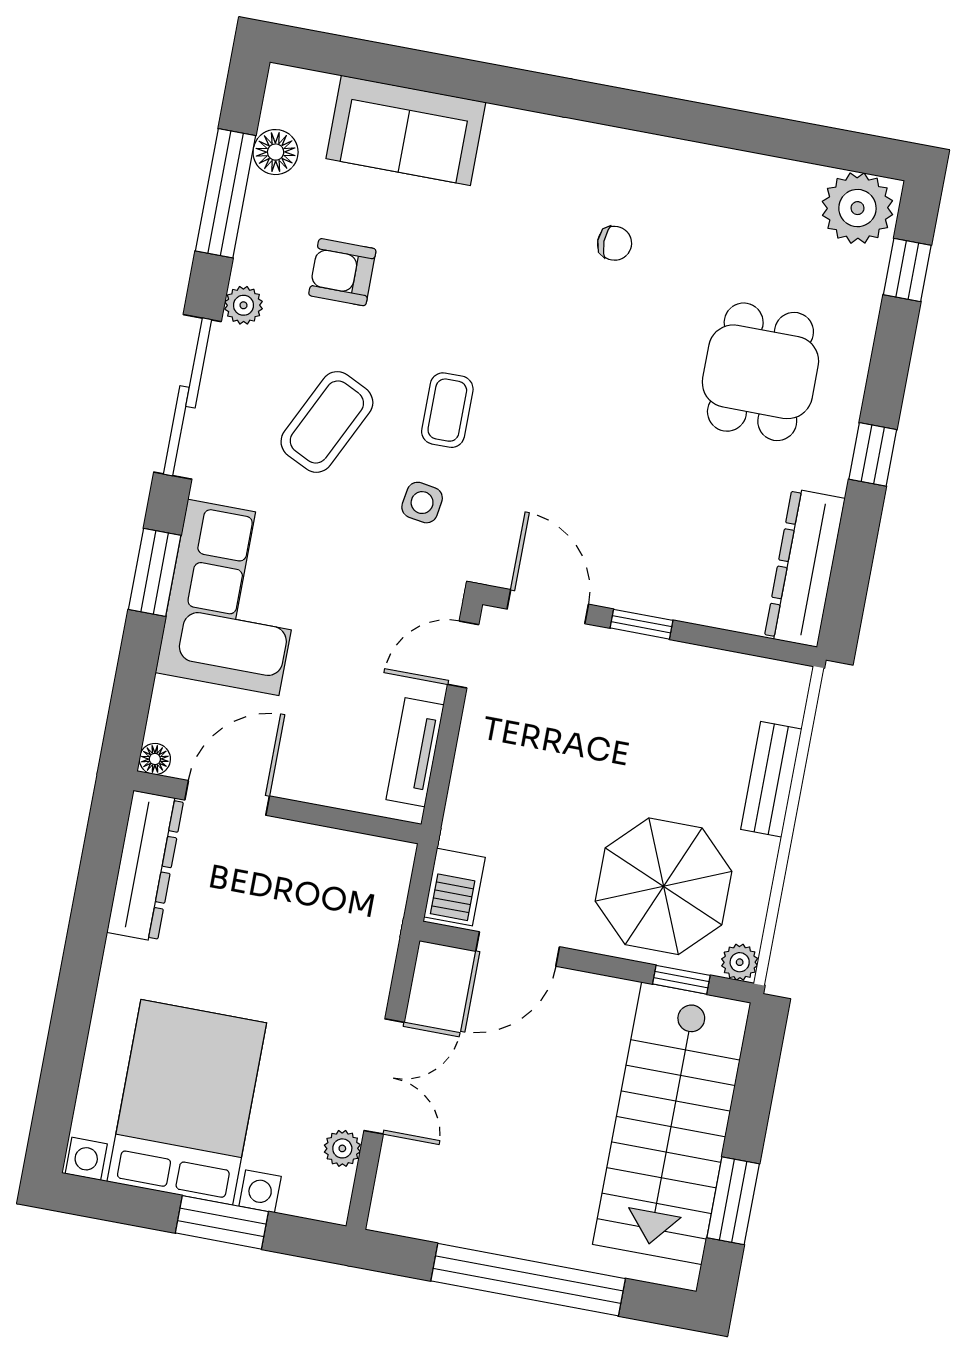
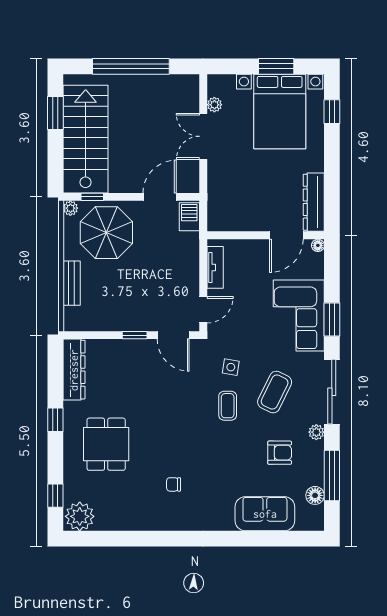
window: (60, 1078) -> (332, 112), added
window: (222, 1222) -> (276, 66), moved

